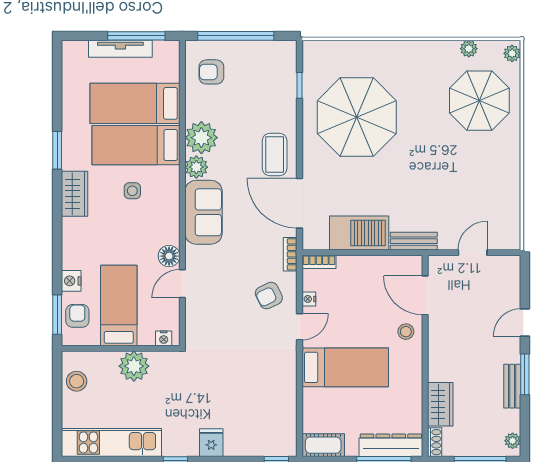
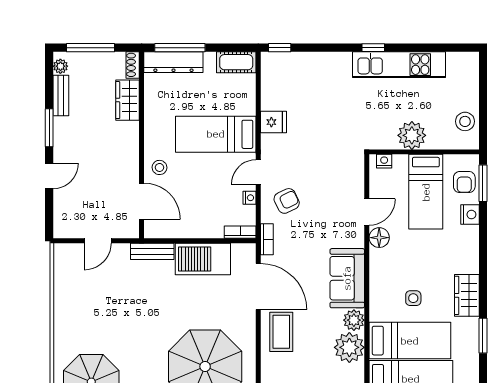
bench: (512, 386) -> (61, 96), moved
kitchen unit: (111, 442) -> (399, 65), moved
fridge: (211, 443) -> (273, 122), moved, turned -90

